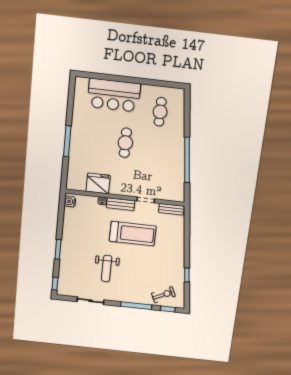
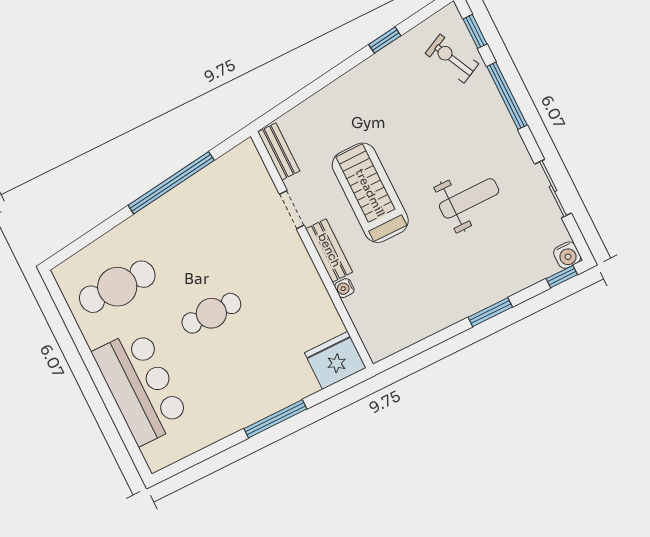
cafe table: (160, 112) -> (117, 287), width x1.37, depth x1.35
fridge: (98, 183) -> (335, 360), moved, turned 90
water cooler: (70, 201) -> (567, 255), moved

